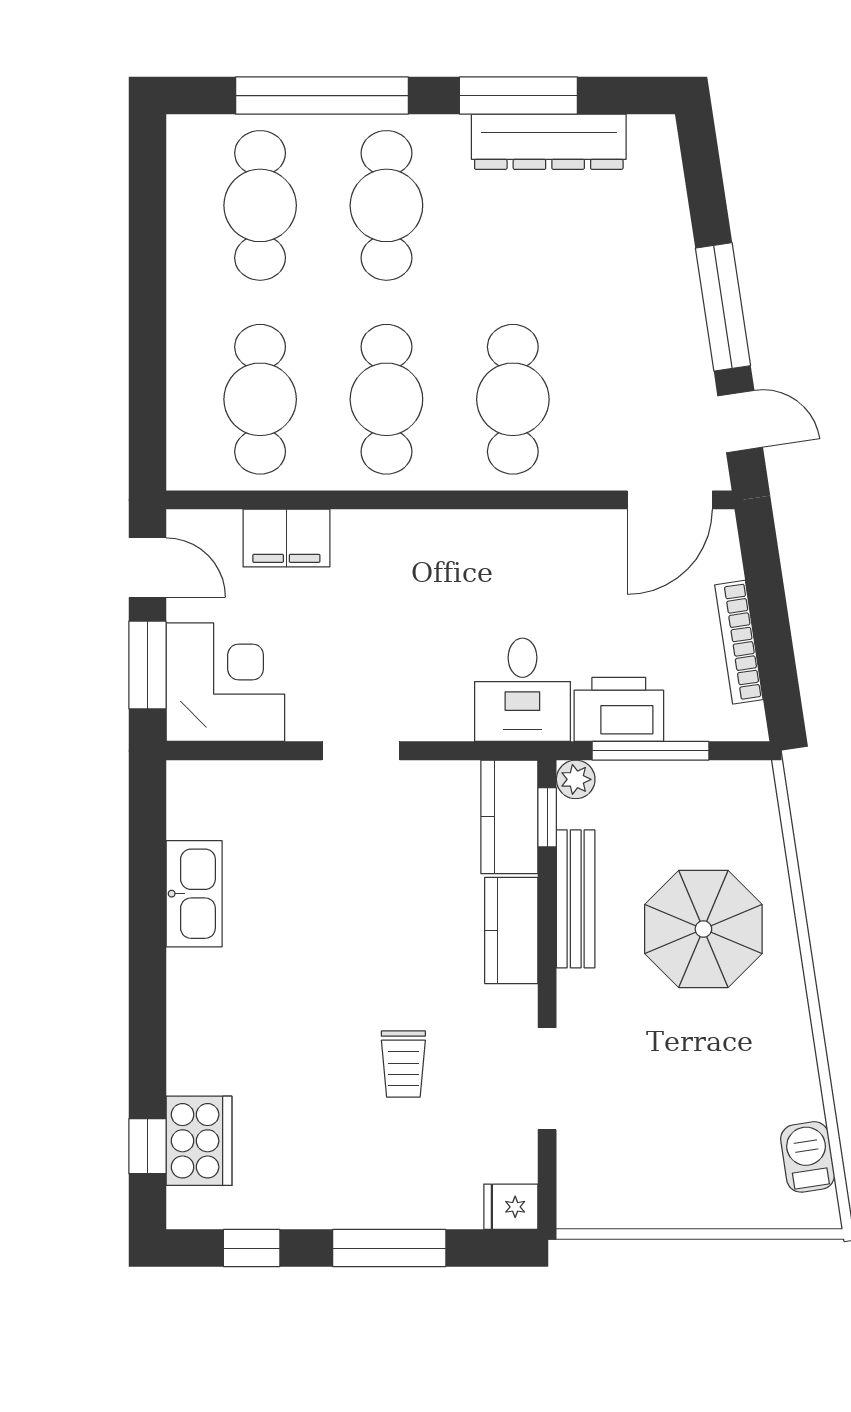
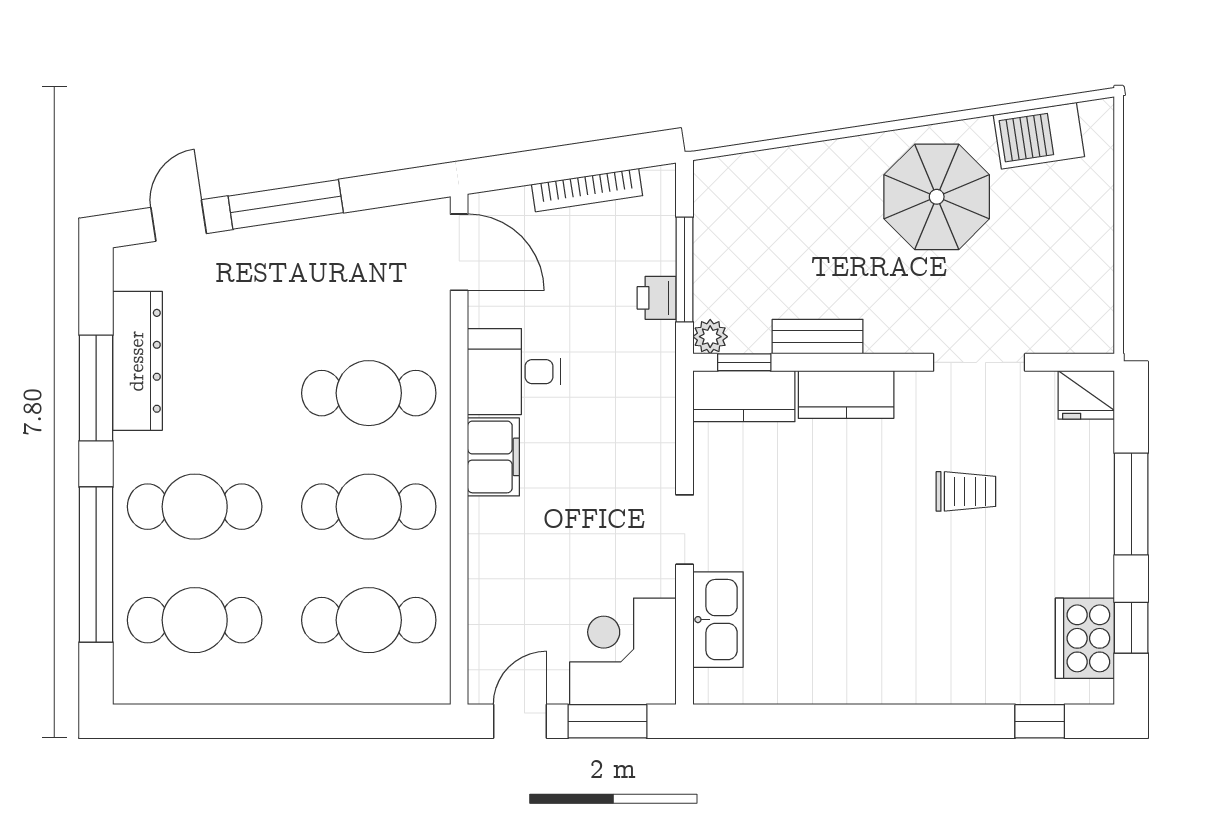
door: (740, 422) -> (179, 221), moved
filing cabinet: (286, 538) -> (493, 457), moved
desk: (522, 690) -> (514, 372), moved, turned 180
printer: (619, 709) -> (657, 298), width x0.53, depth x0.68
kitchen sink: (194, 894) -> (718, 620), moved, turned 90
bench: (576, 899) -> (818, 337), width x0.73
parasol: (703, 929) -> (937, 197), moved
cooker: (199, 1141) -> (1085, 638), moved, turned -90
barbecue: (808, 1157) -> (1039, 136), width x1.38, depth x1.27
fridge: (511, 1207) -> (1086, 395), width x1.38

